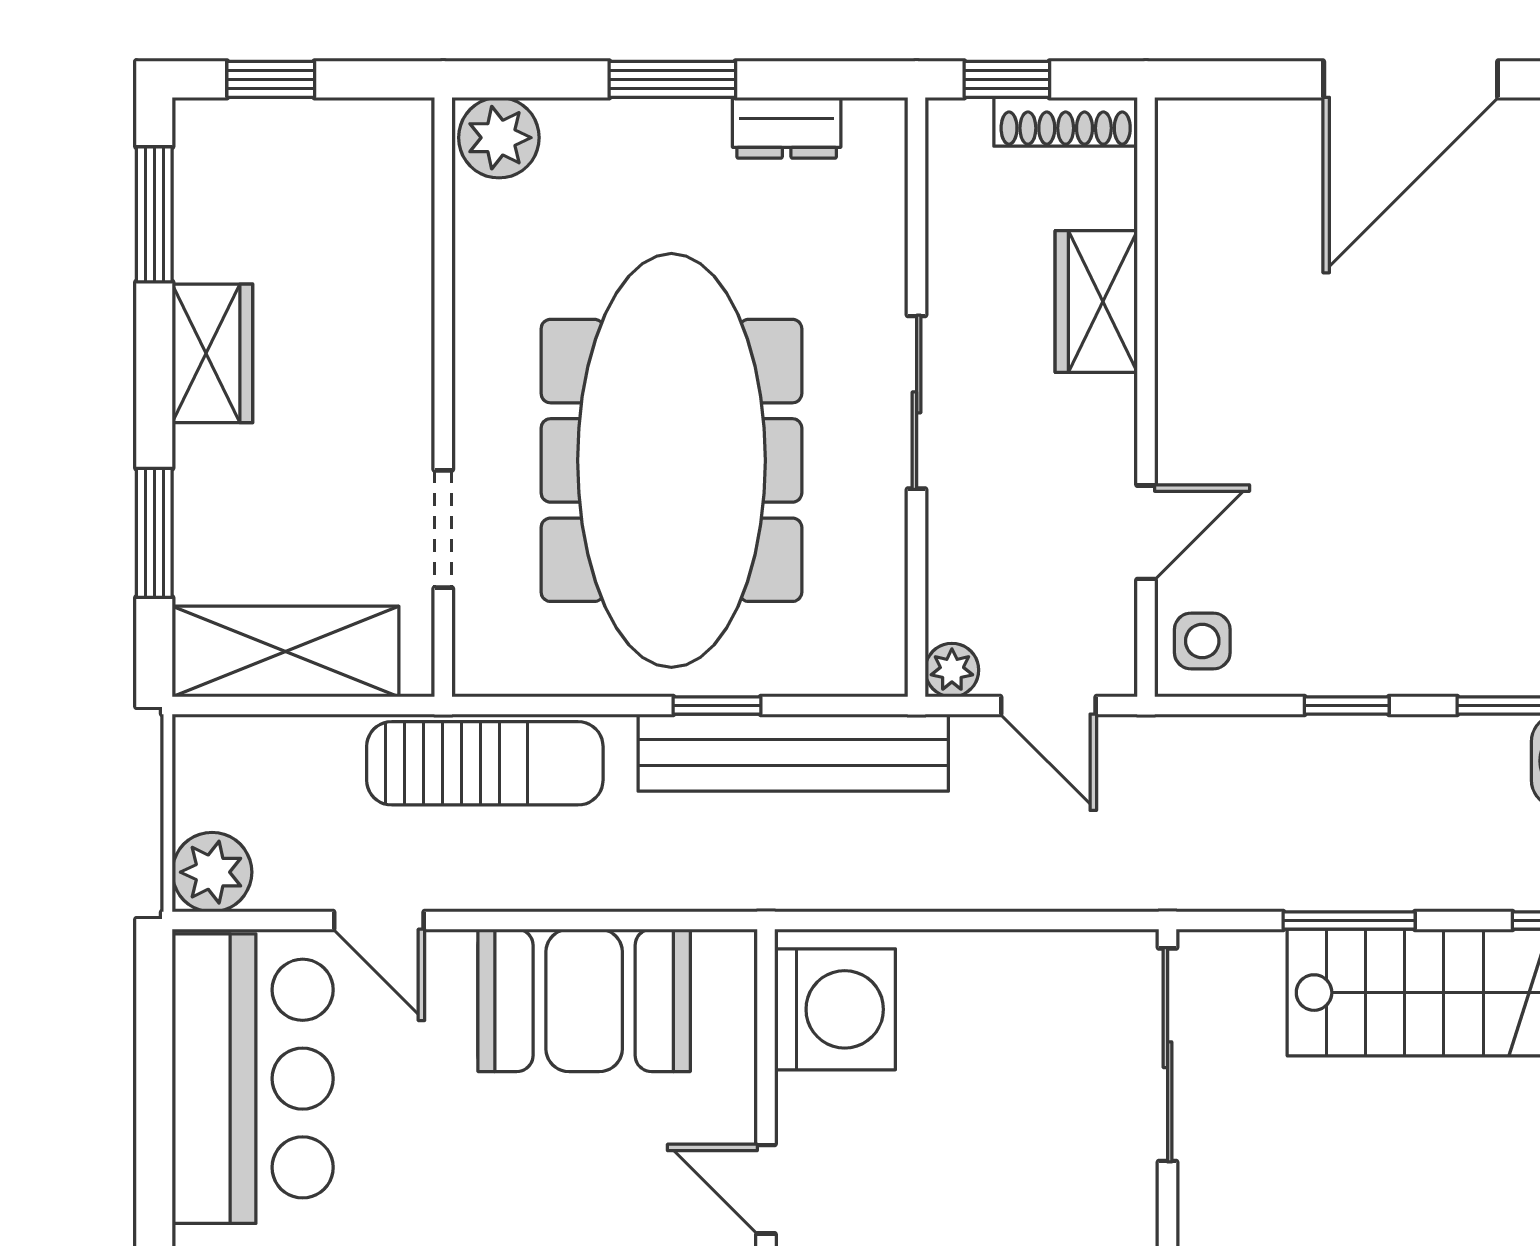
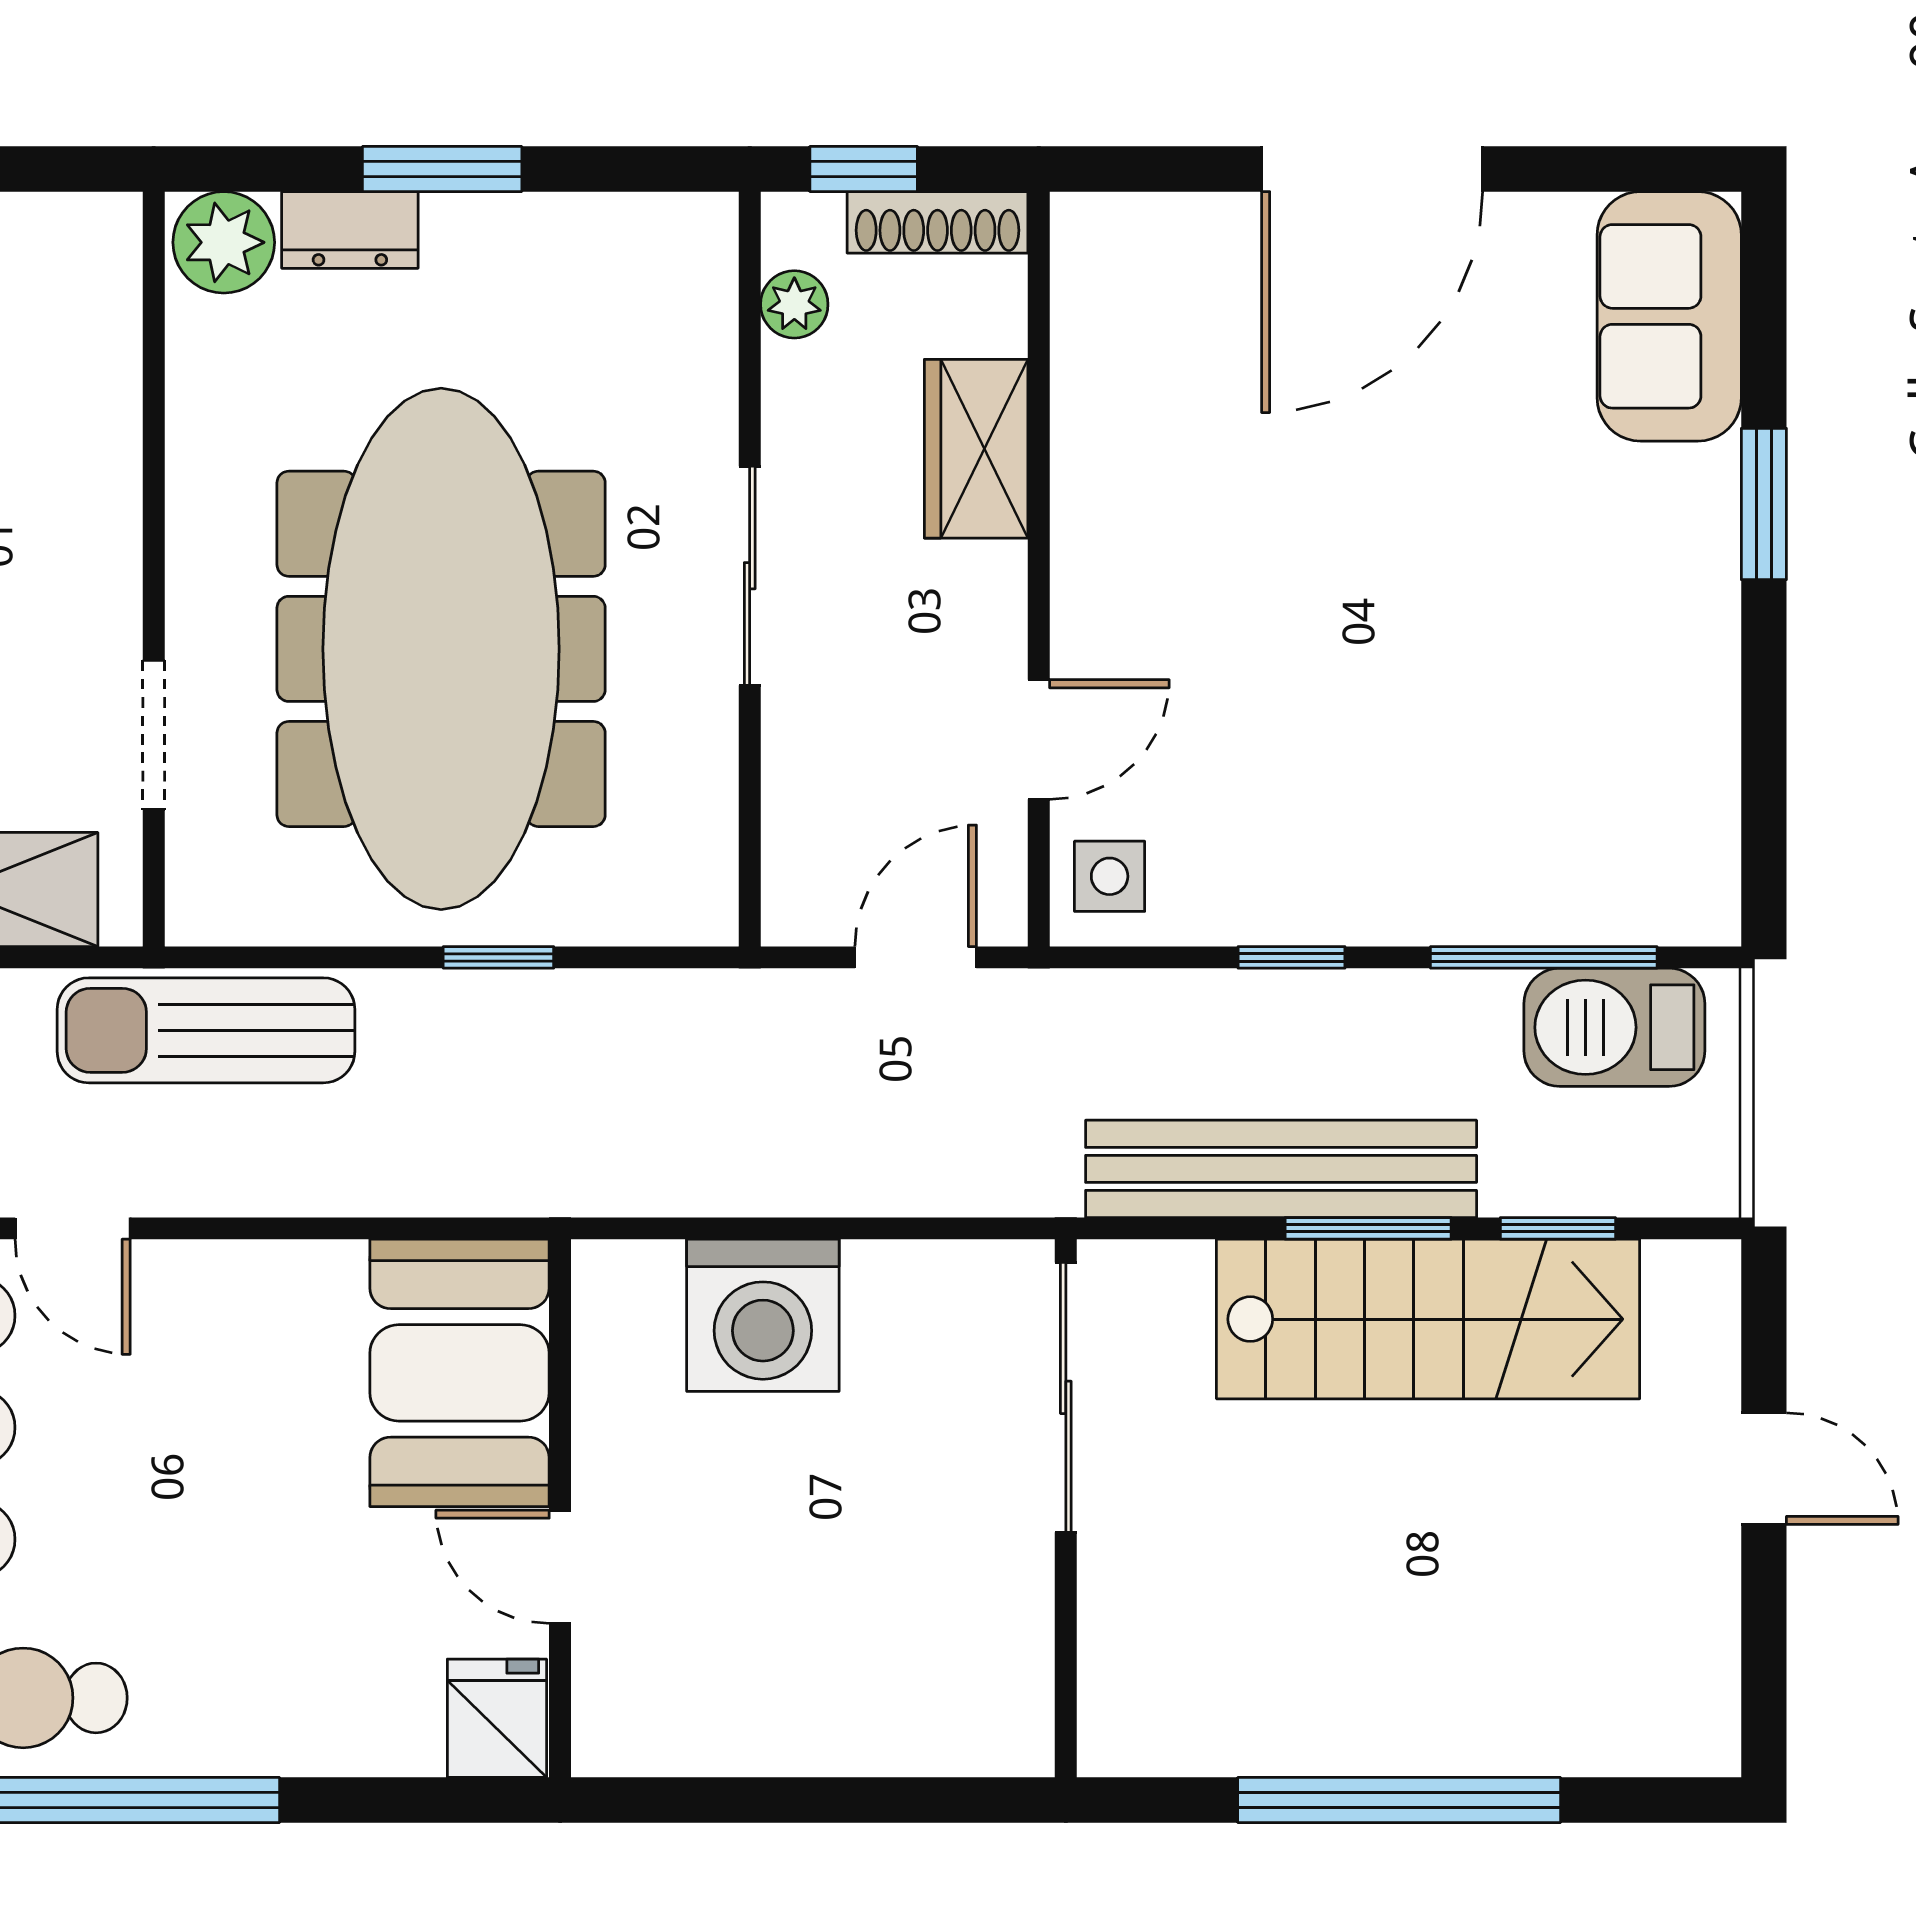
dresser: (787, 128) -> (350, 230), moved
plant: (952, 670) -> (794, 304), moved
door: (1048, 705) -> (916, 957), swing flipped
bench: (793, 753) -> (1281, 1169), moved
sun lounger: (485, 763) -> (206, 1030), turned 180
window: (1349, 921) -> (1368, 1228), moved
booth: (584, 1000) -> (460, 1373), moved, turned 90
washing machine: (835, 1009) -> (763, 1315), moved, turned 90

